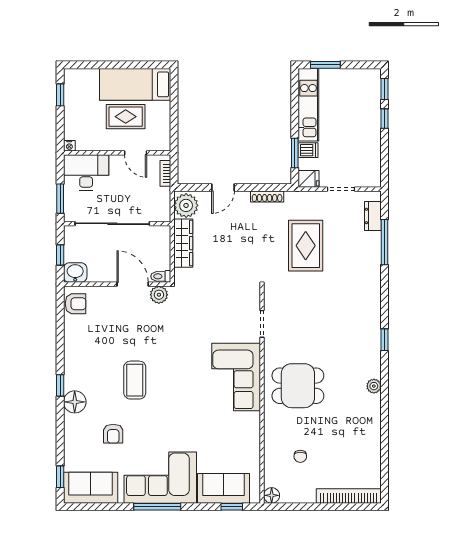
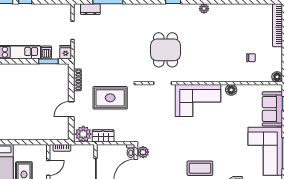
door: (223, 187) -> (71, 109), swing flipped
wardrobe: (183, 243) -> (103, 136), width x0.67
rug: (306, 246) -> (110, 98), moved
dining table: (298, 386) -> (165, 50), moved
floor lamp: (252, 427) -> (231, 90), added

